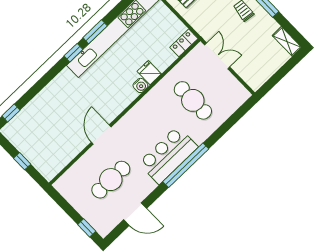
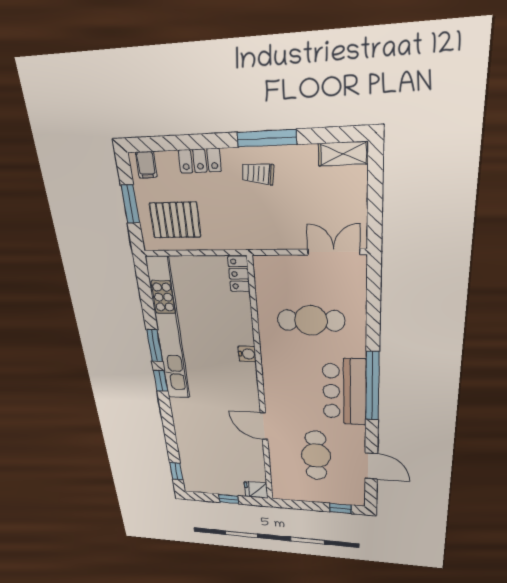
double door: (217, 56) -> (334, 252), moved
fridge: (149, 73) -> (256, 490), moved
door: (135, 214) -> (371, 466), hinge flipped

